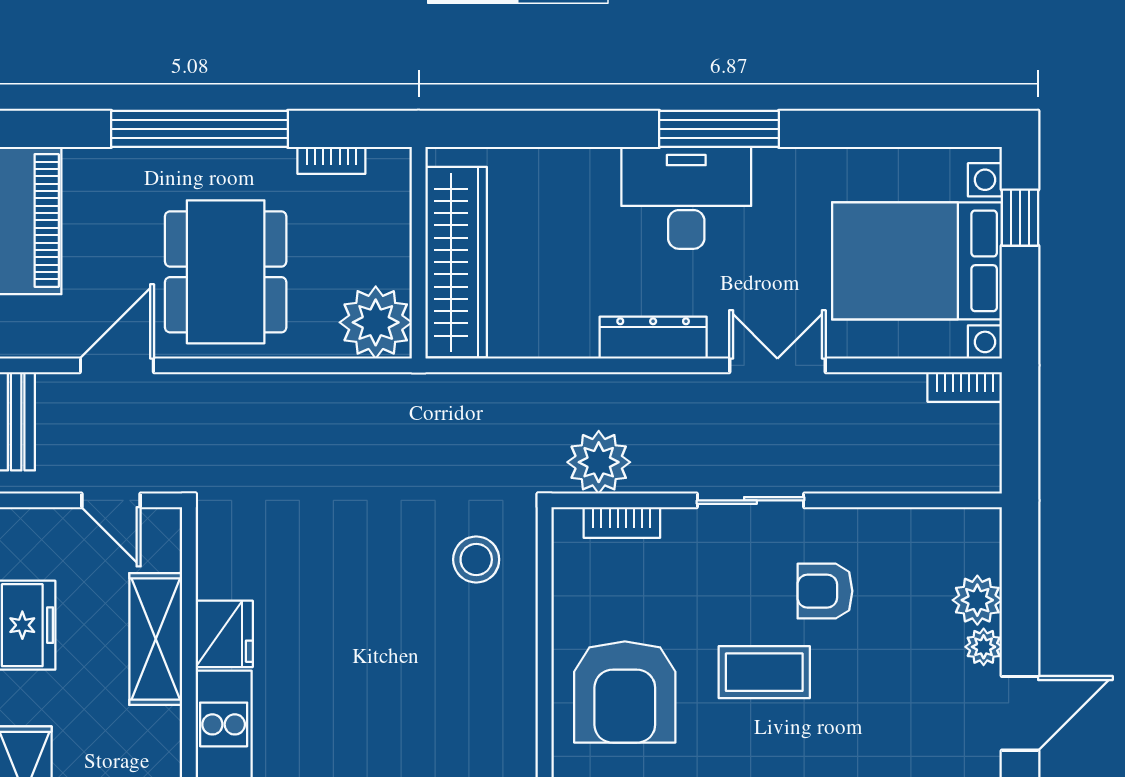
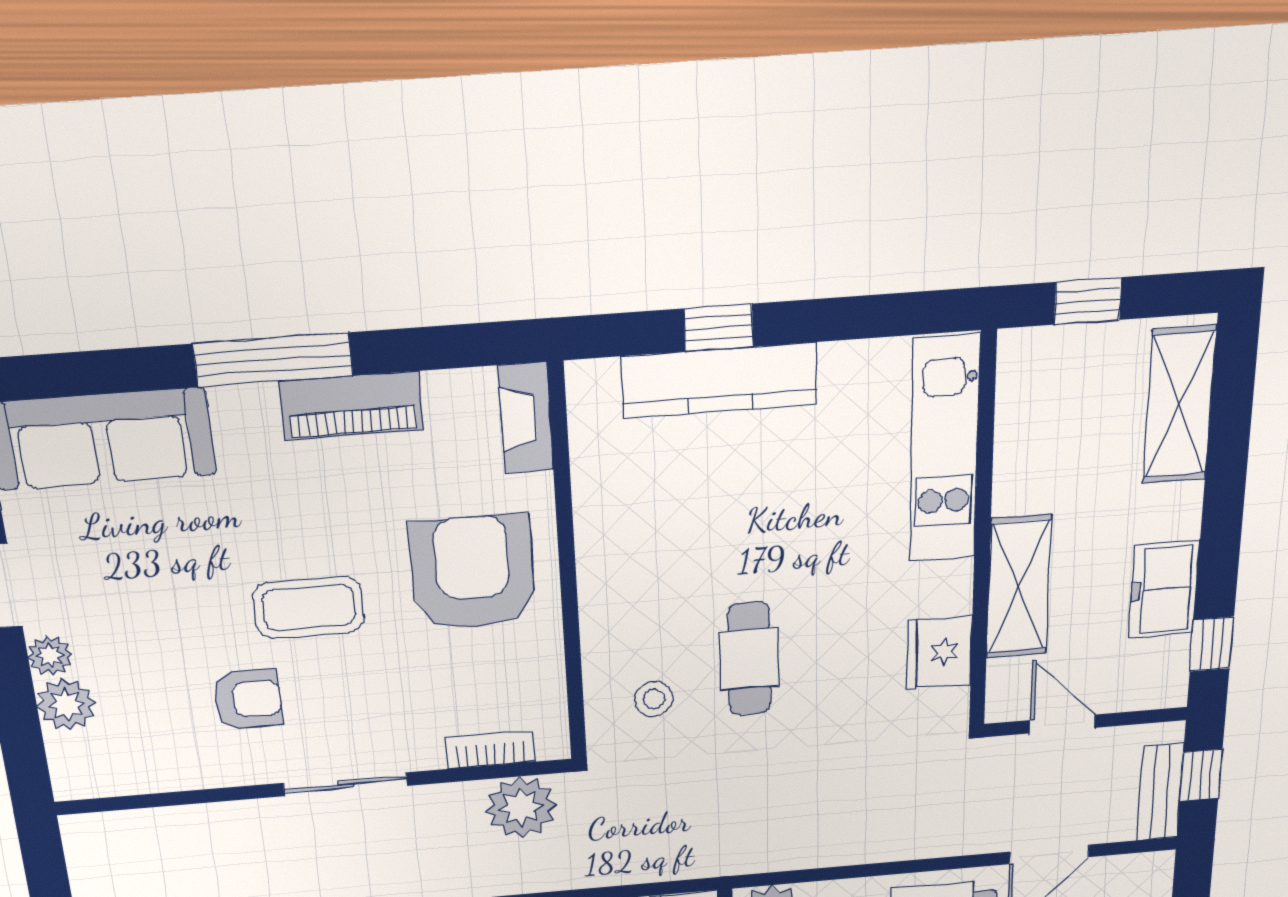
stool: (476, 560) -> (654, 699), width x0.73, depth x0.73
cafe table: (392, 591) -> (749, 659), added
fridge: (224, 634) -> (939, 652), moved

